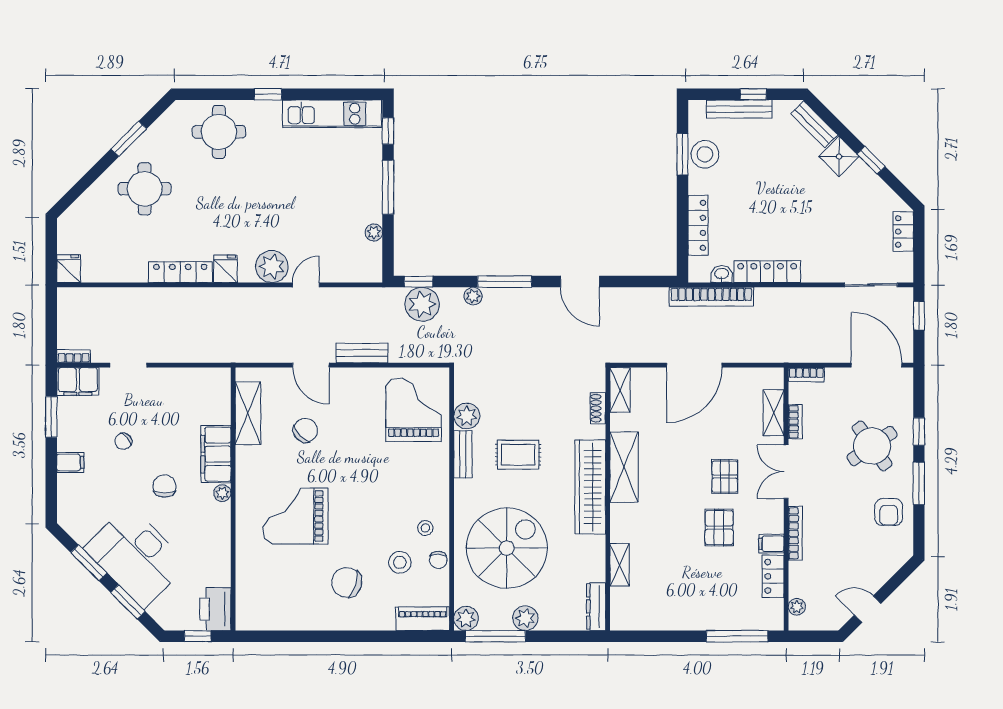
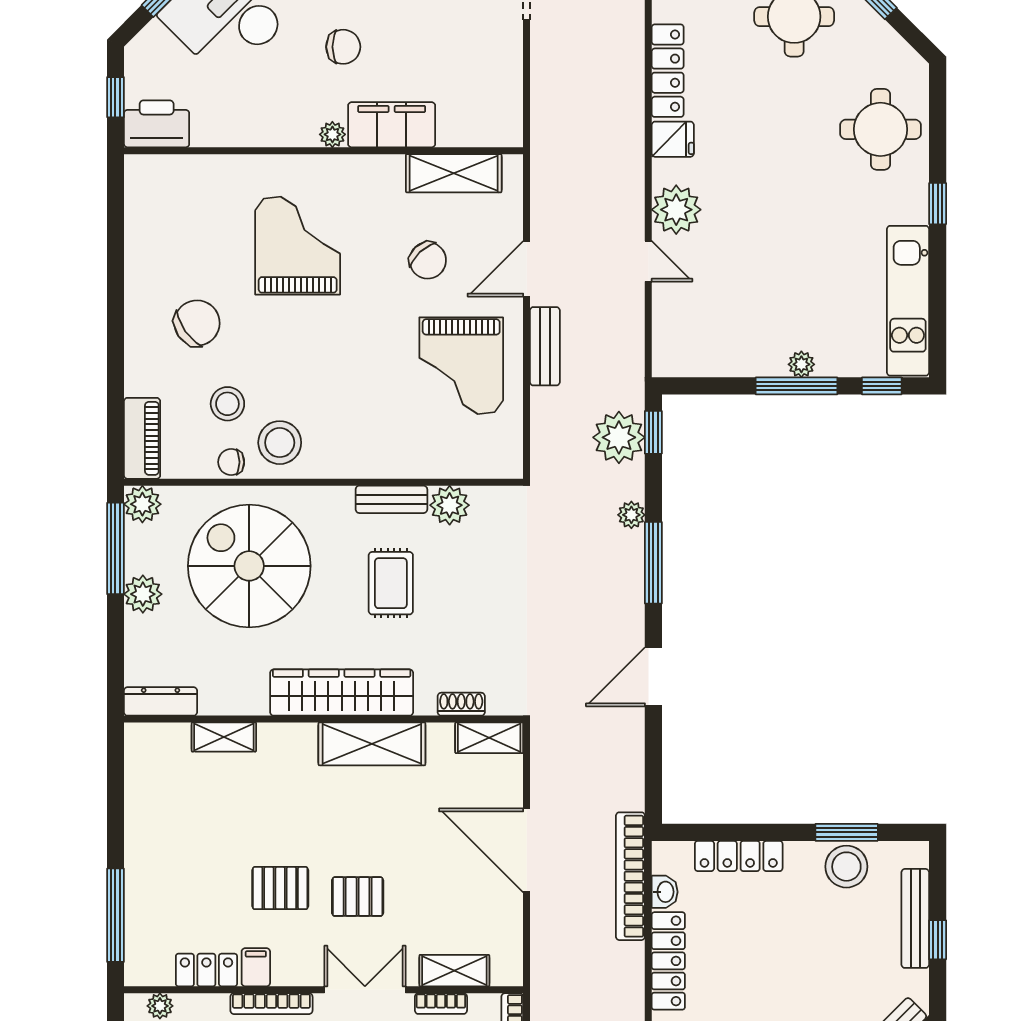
plant: (374, 232) -> (801, 364), moved
grand piano: (414, 410) -> (461, 366), moved, turned 90
stool: (425, 528) -> (280, 443), width x1.89, depth x1.89
spiral stairs: (507, 548) -> (249, 566), turned 180
chair: (347, 582) -> (197, 323), turned 38

